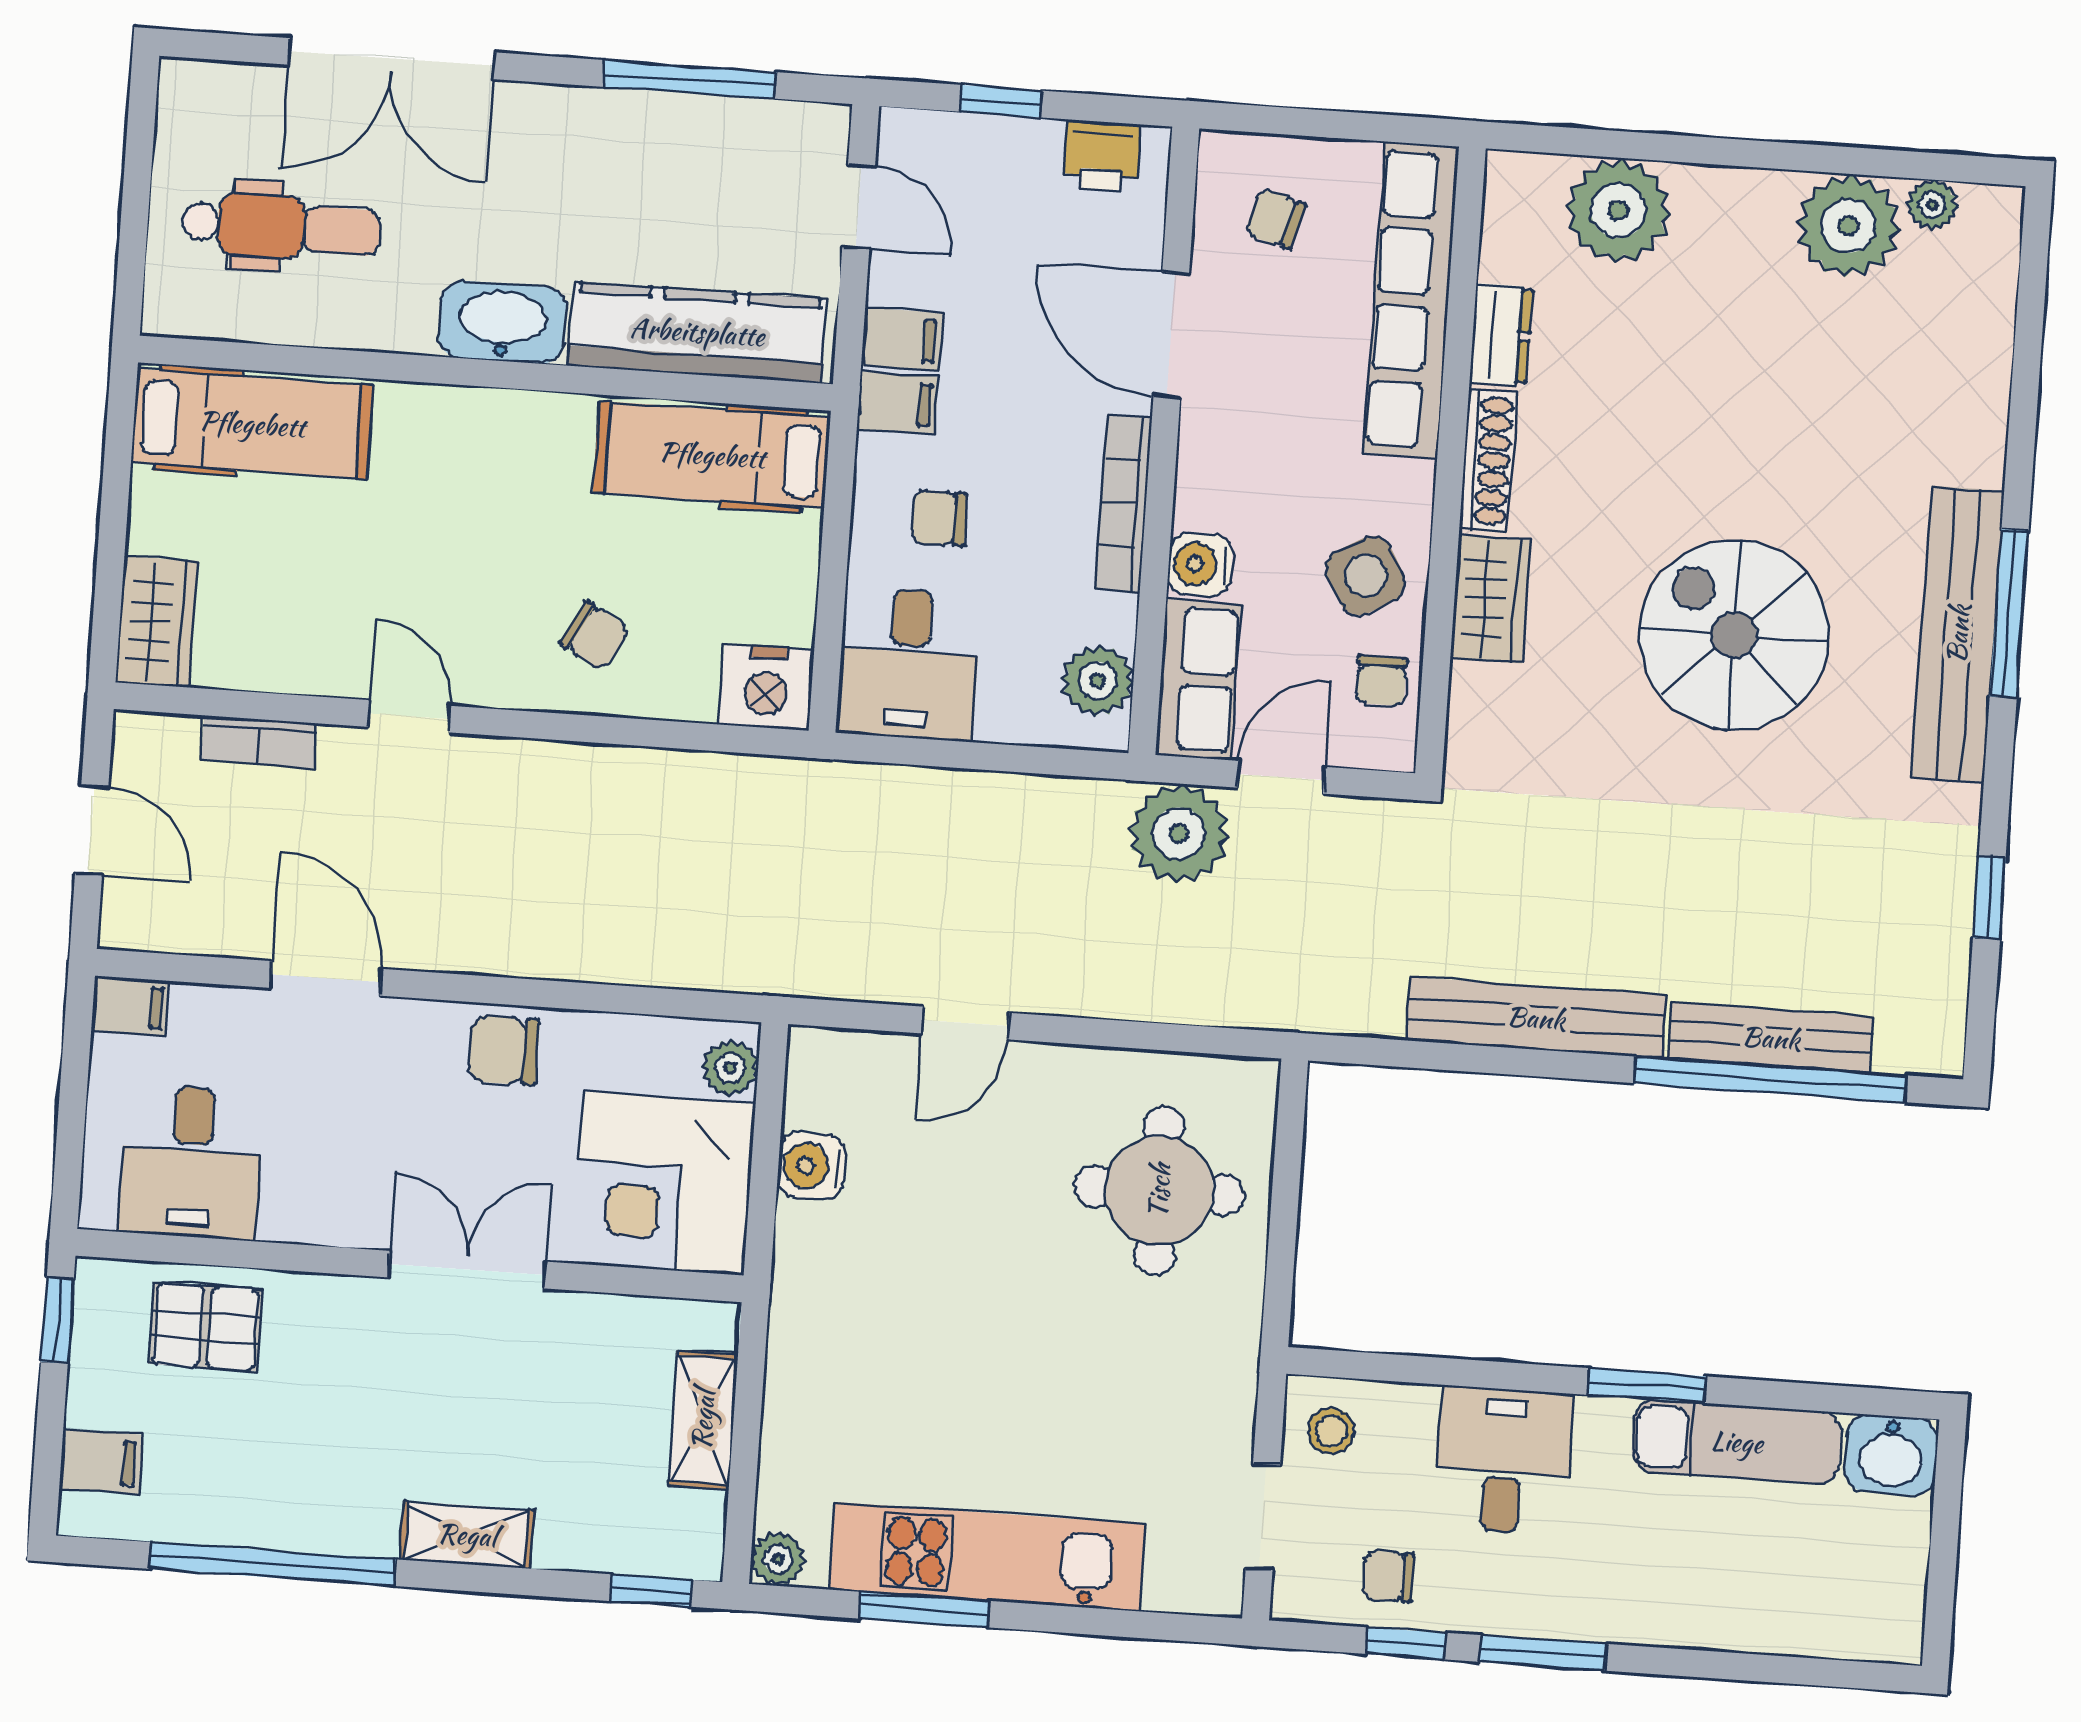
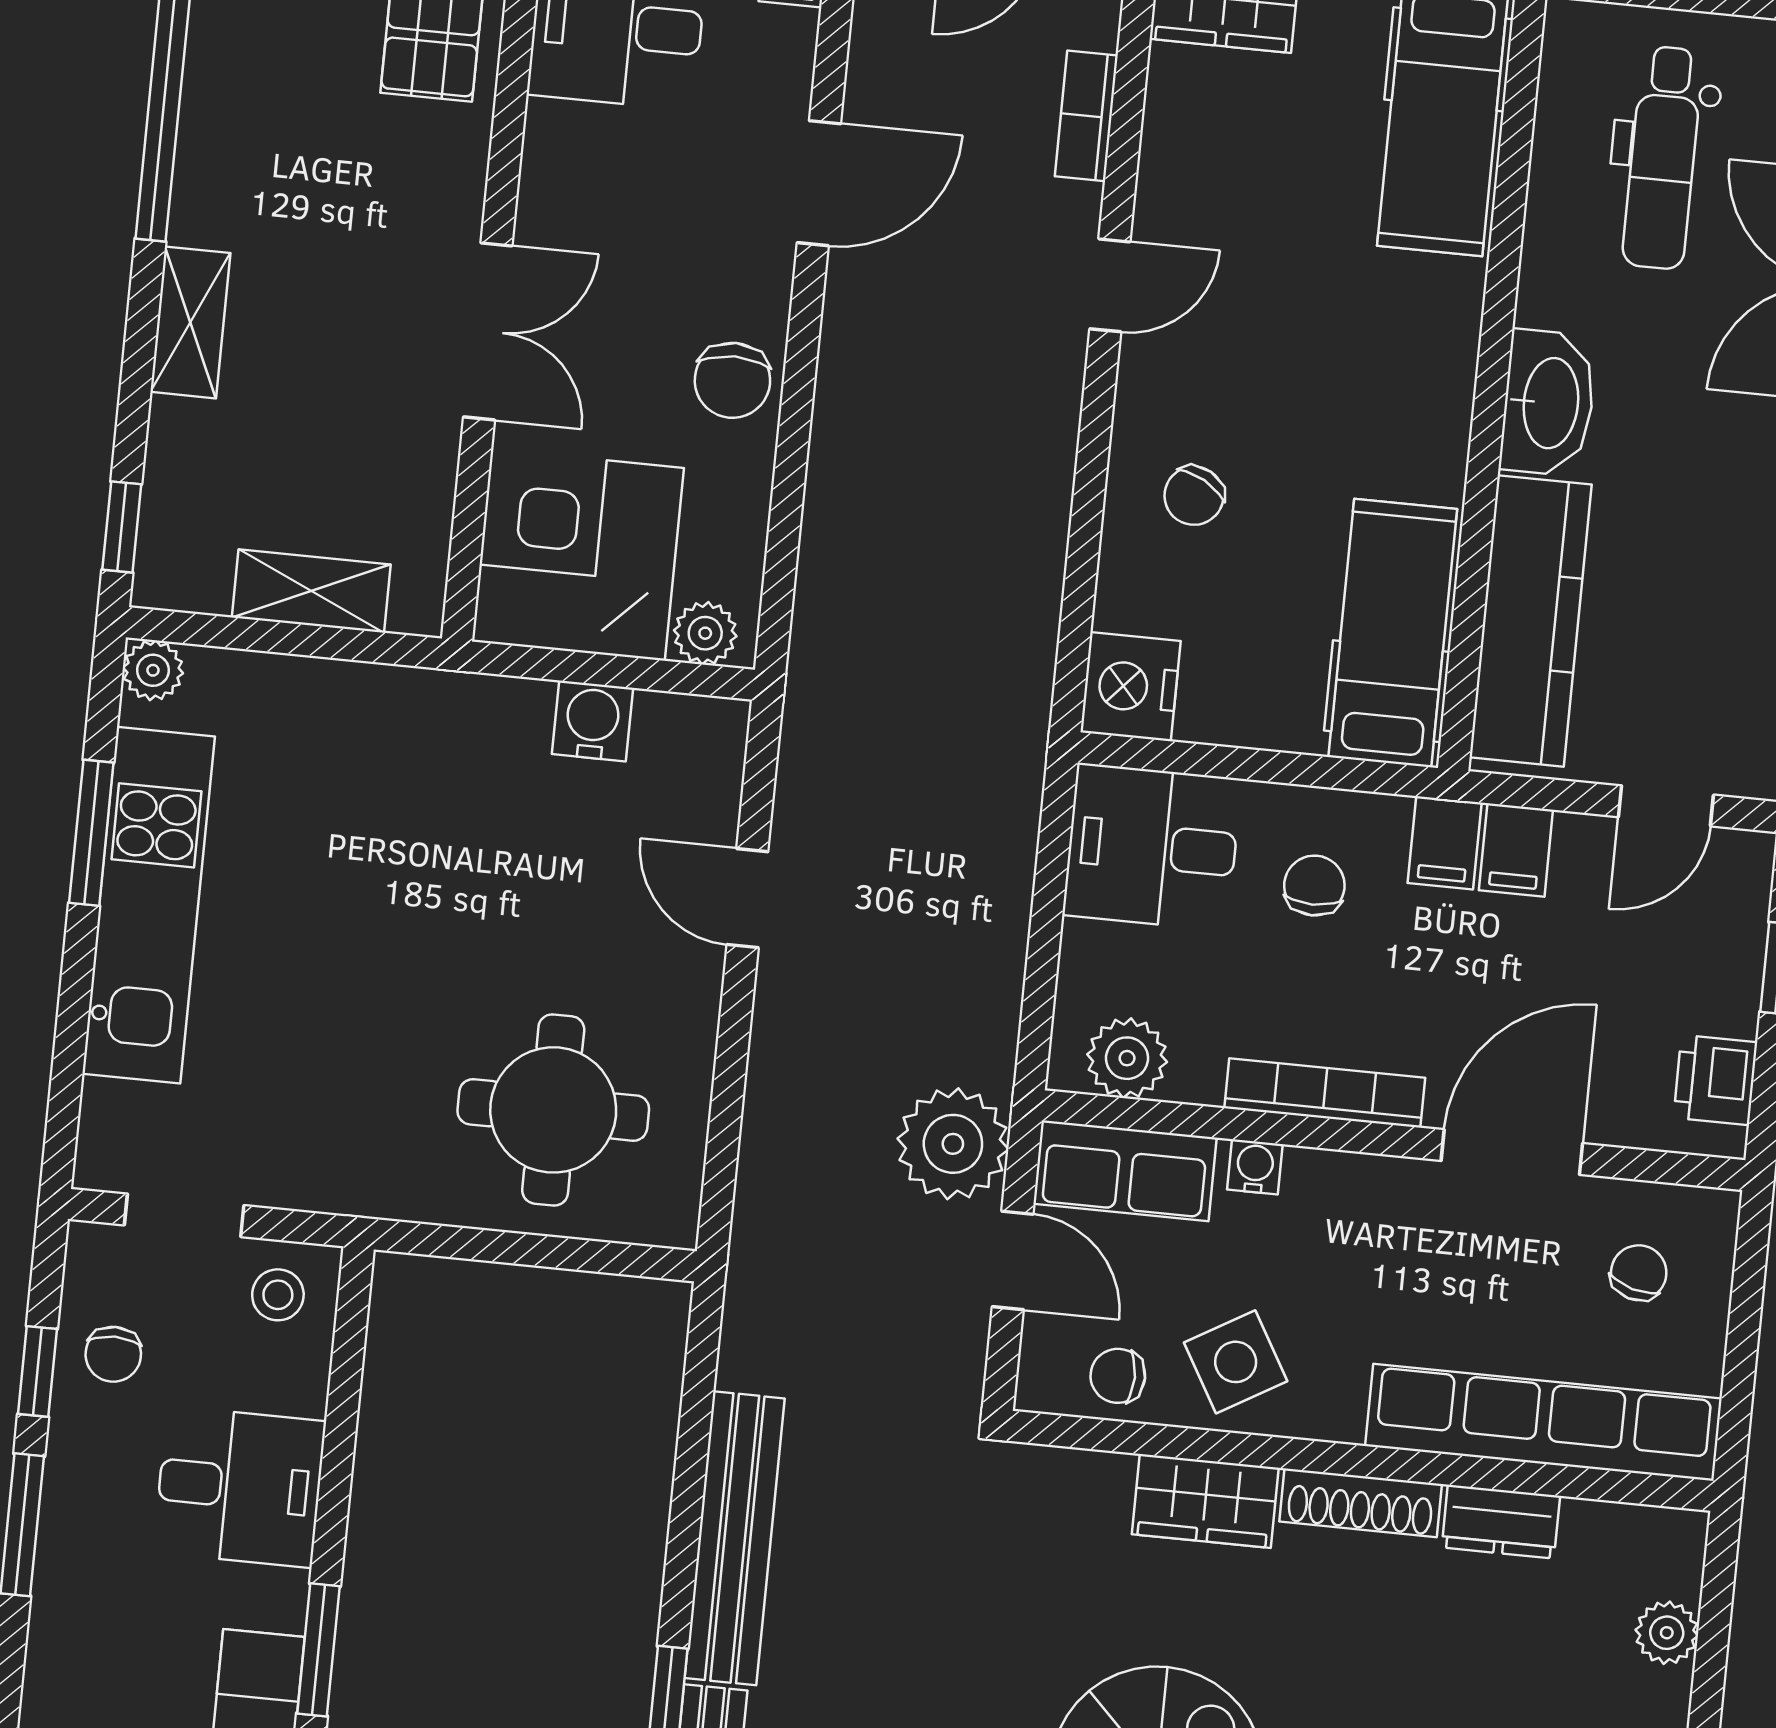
plant: (1618, 210) -> (1667, 1633), width x0.53, depth x0.53
water cooler: (1200, 564) -> (1255, 1167), width x0.72, depth x0.72
chair: (504, 1050) -> (732, 380), turned 180
chair: (1388, 1576) -> (113, 1354), turned 180

